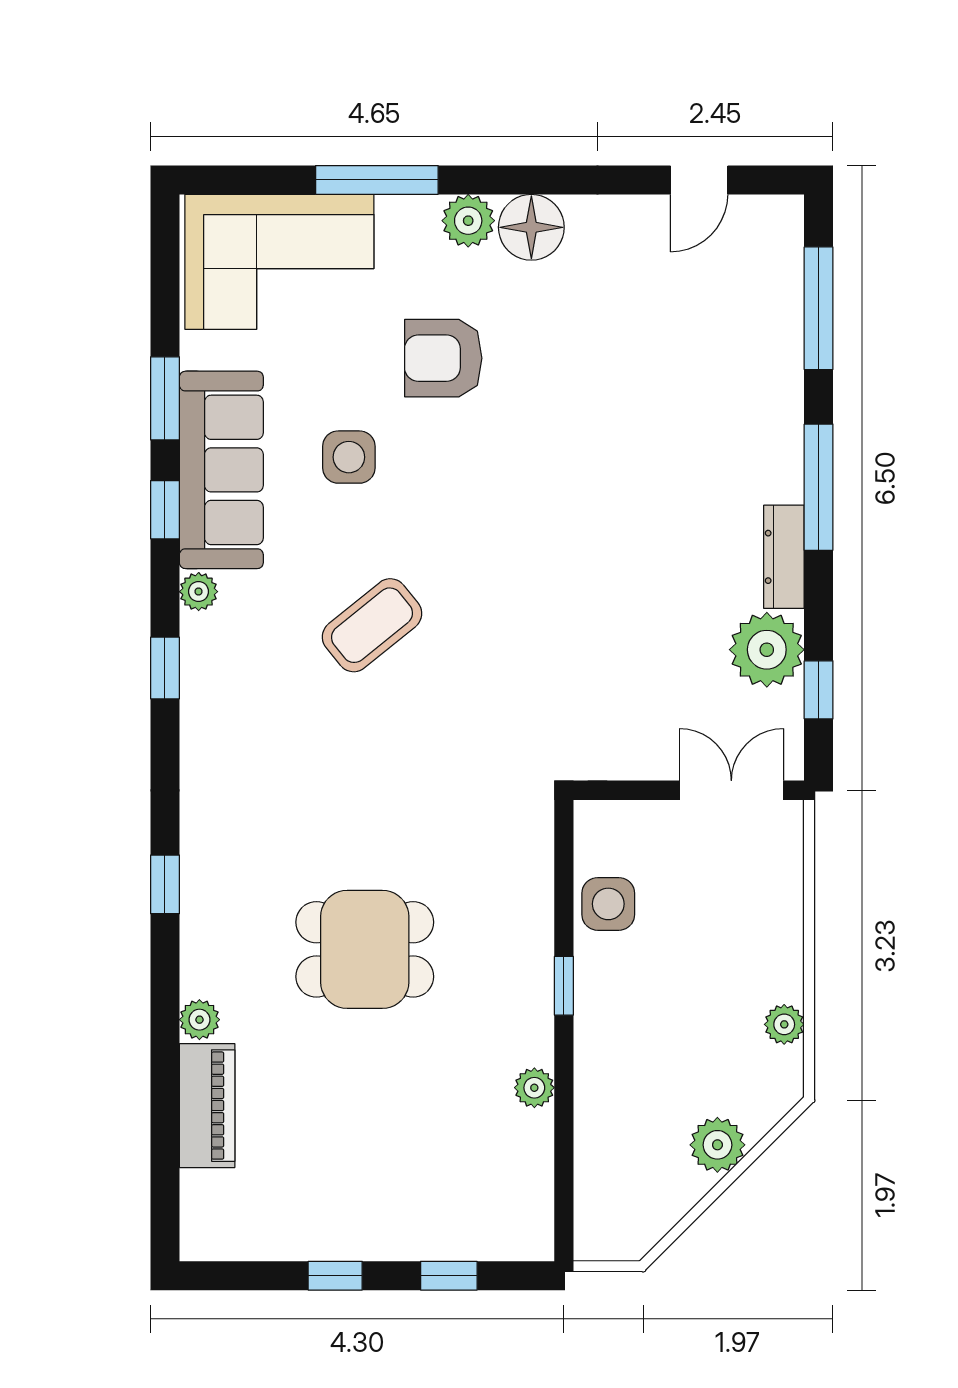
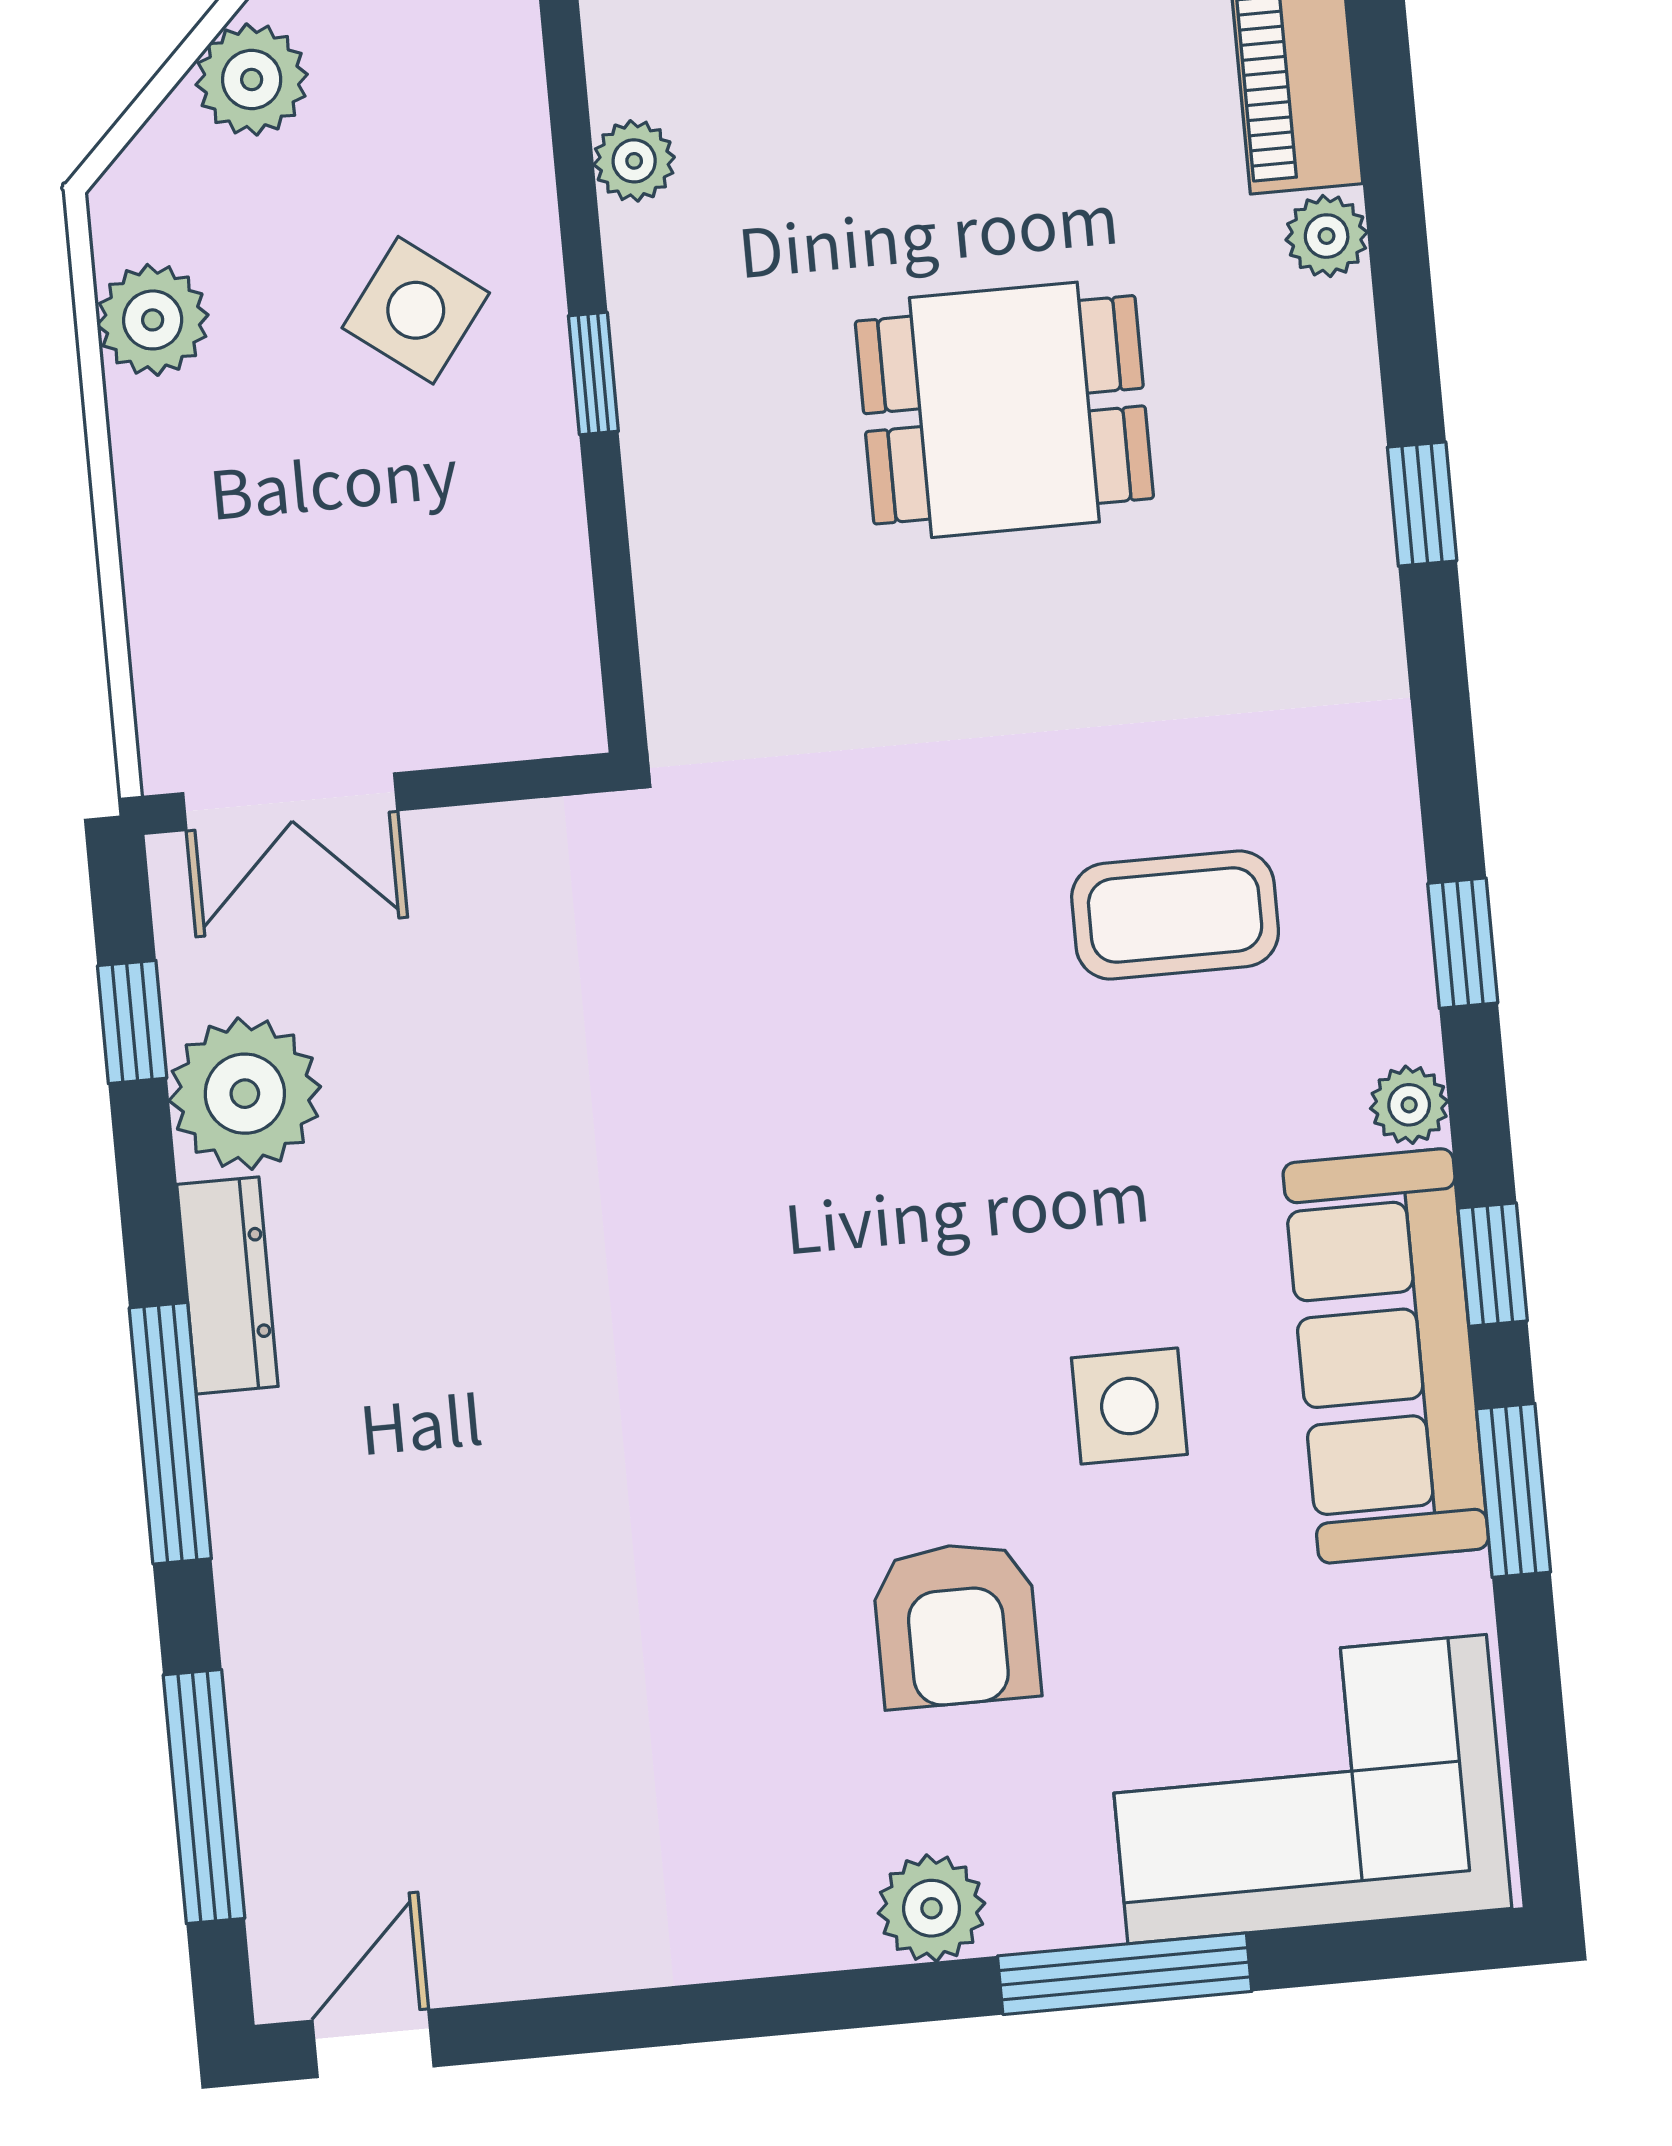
door: (699, 180) -> (373, 2043), moved
floor lamp: (531, 227) -> (802, 1907), removed
armchair: (443, 358) -> (956, 1625), turned 90
coffee table: (372, 625) -> (1175, 915), moved, turned 39
side table: (608, 904) -> (416, 310), moved, turned 37
plant: (784, 1024) -> (153, 320), width x1.38, depth x1.38

